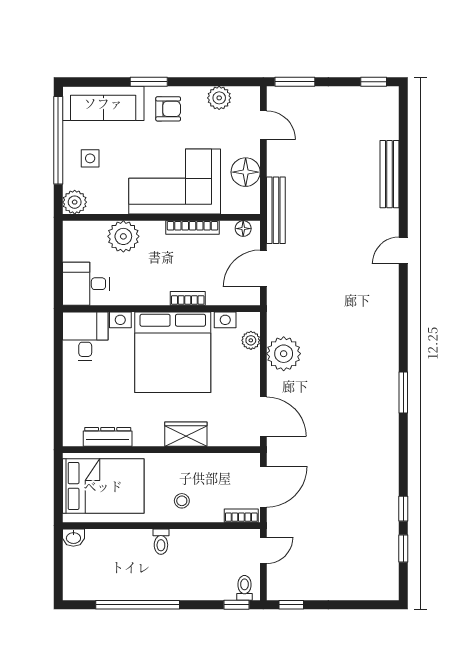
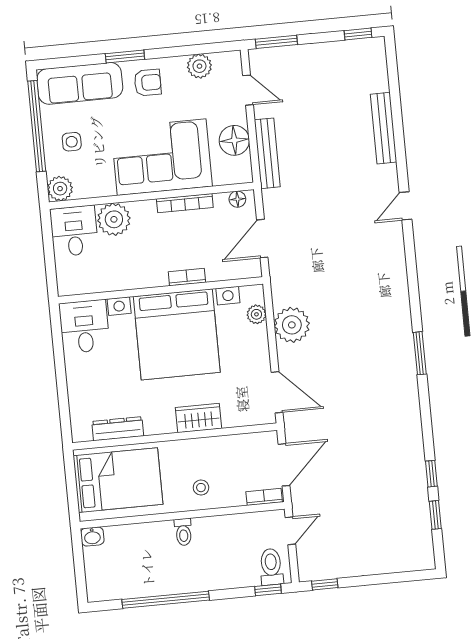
bench: (276, 210) -> (267, 153), moved
desk: (86, 284) -> (74, 231), moved, turned 90
toilet: (244, 588) -> (271, 567), width x1.37, depth x1.39

